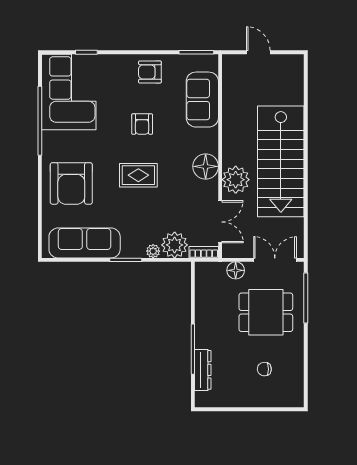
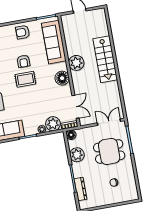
sofa: (202, 100) -> (54, 42), width x1.36
stairs: (281, 161) -> (105, 59), width x0.73, depth x0.66
rug: (138, 175) -> (25, 79), moved
plant: (236, 180) -> (76, 63), moved
floor lamp: (236, 270) -> (71, 135), moved
plant: (207, 308) -> (77, 155), added

